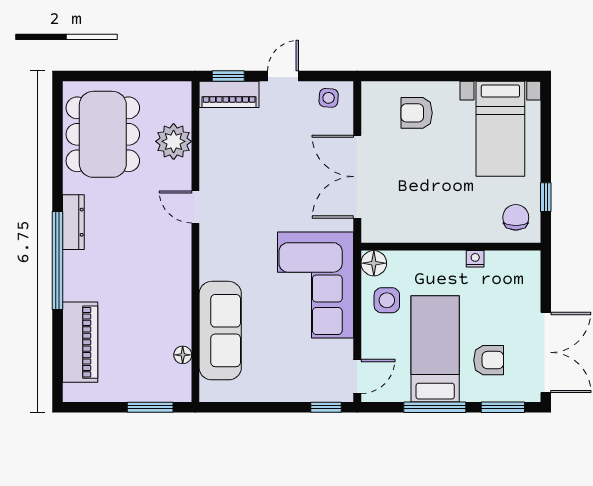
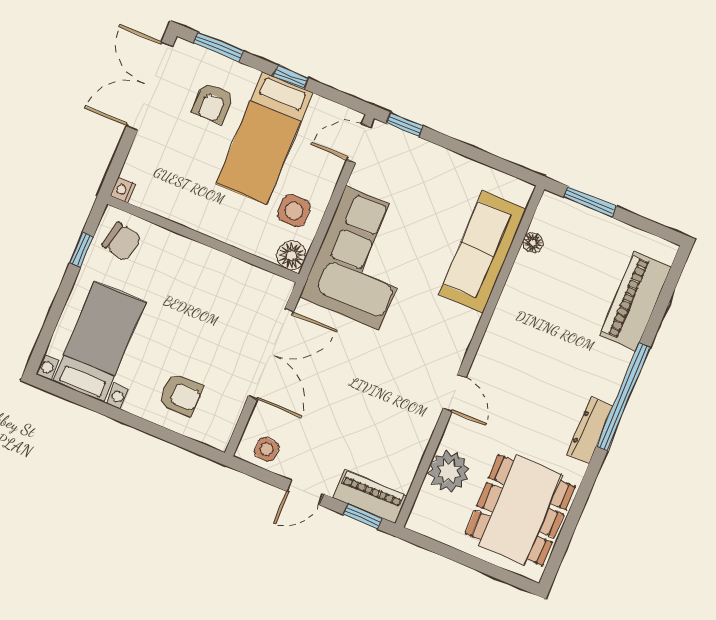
chair: (516, 217) -> (122, 242), turned -78
nightstand: (475, 259) -> (123, 190), moved, turned 90
armchair: (489, 360) -> (213, 103), turned -90
window: (435, 407) -> (290, 77), width x0.46

